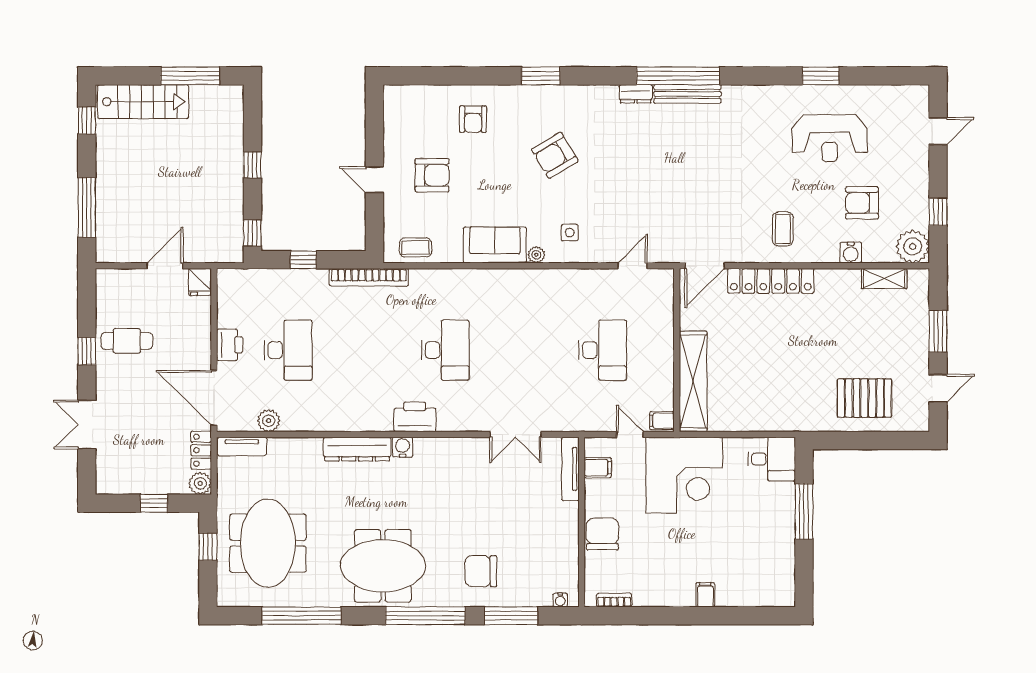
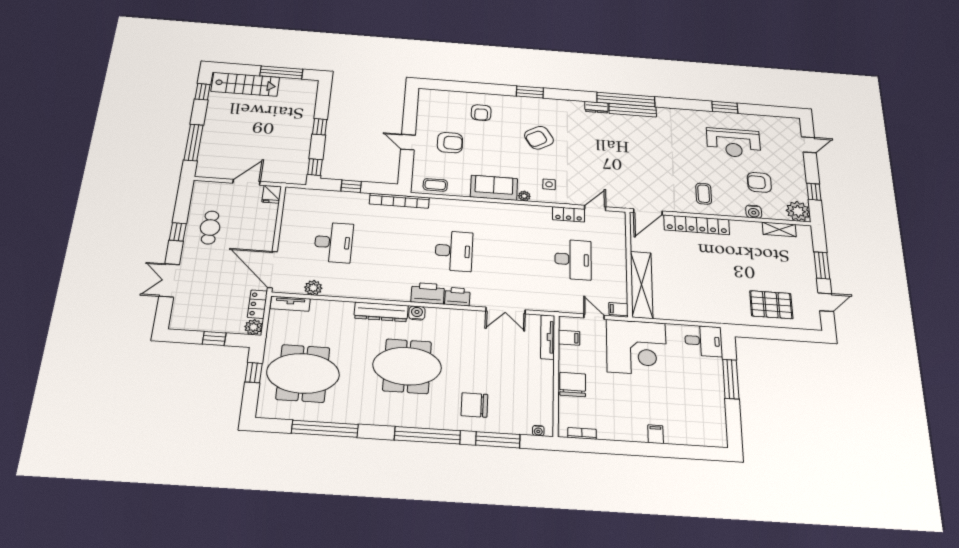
locker: (597, 279) -> (569, 214), added
cafe table: (127, 341) -> (210, 227), turned 90
printer: (230, 345) -> (457, 297), moved, turned -90
meeting table: (268, 543) -> (303, 373), turned 90
meeting table: (383, 566) -> (407, 366), moved

